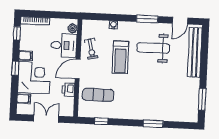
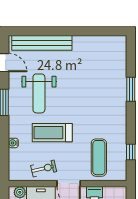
treadmill: (120, 57) -> (52, 133), turned 180
window: (202, 99) -> (98, 31), removed

